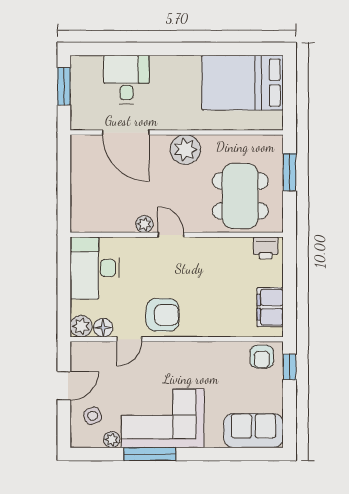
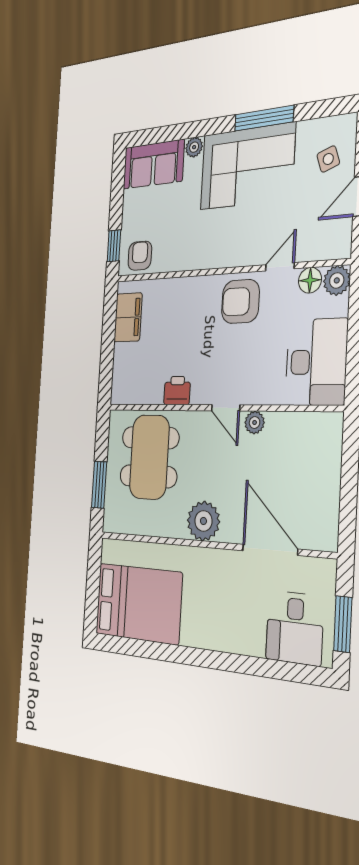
desk: (126, 79) -> (295, 628), moved
printer: (266, 248) -> (177, 391), moved
plant: (112, 440) -> (194, 147), moved

